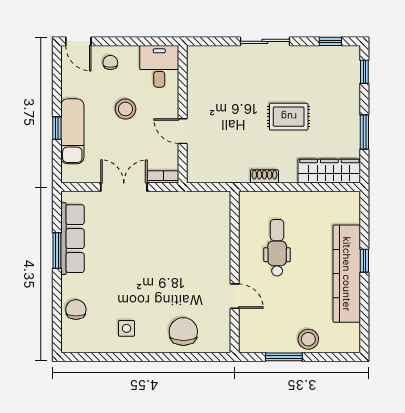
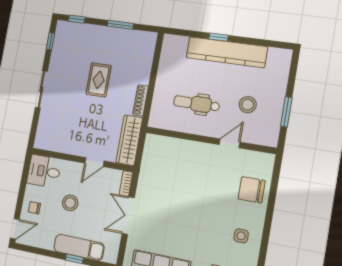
wardrobe: (329, 171) -> (129, 140), moved
shoe rack: (264, 176) -> (141, 100), width x1.43
stool: (308, 339) -> (248, 105), moved

